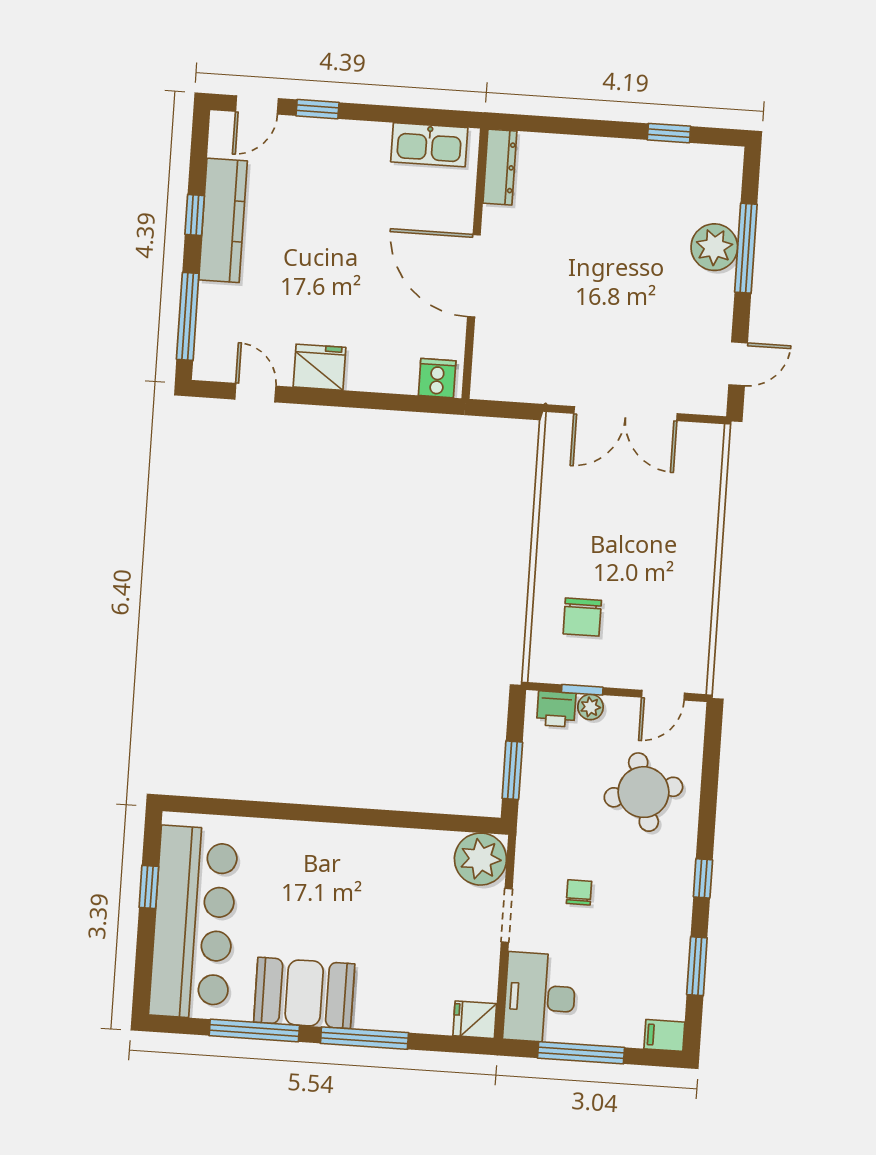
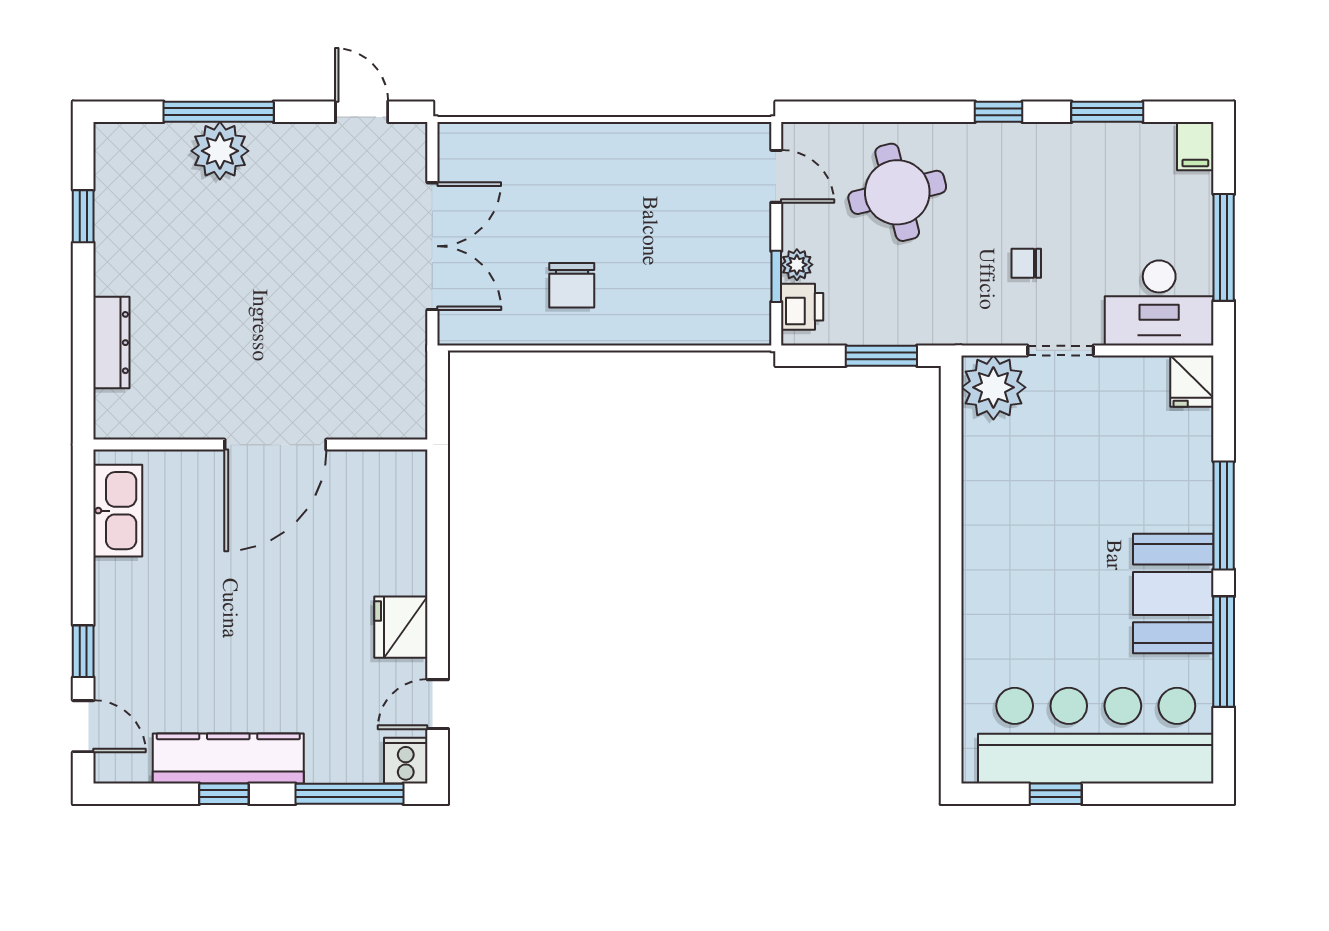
dresser: (500, 167) -> (111, 343), moved, turned 90
cooker: (437, 378) -> (406, 761), moved, turned 90
chair: (582, 617) -> (572, 285), moved, turned 90

